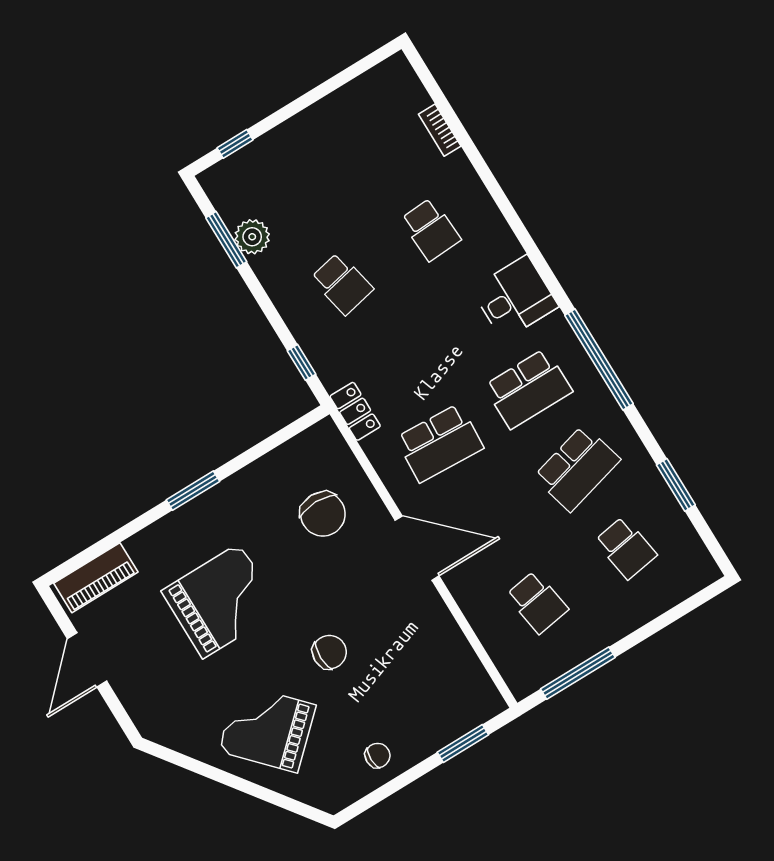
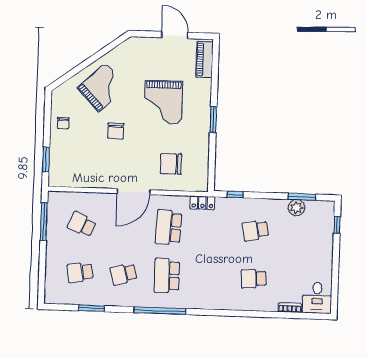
desk: (515, 298) -> (317, 298), moved
school desk: (577, 468) -> (123, 274), width x0.54
school desk: (537, 602) -> (82, 224), turned 33

